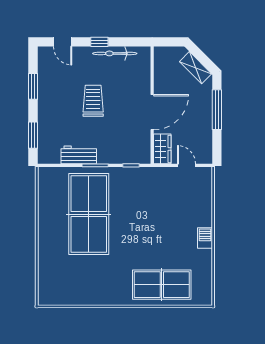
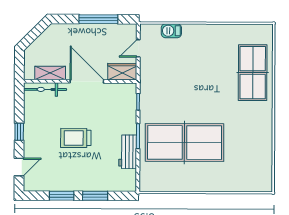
bicycle: (115, 53) -> (45, 89), moved, turned 90
shelving: (196, 68) -> (50, 73), moved, turned 45
window: (217, 110) -> (98, 19), moved
window: (33, 135) -> (95, 196), moved
barbecue: (205, 238) -> (171, 31), moved

